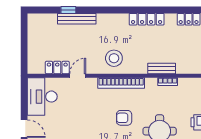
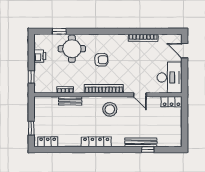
locker: (147, 19) -> (96, 142), moved
locker: (57, 68) -> (171, 102), moved
door: (78, 76) -> (140, 95), hinge flipped

